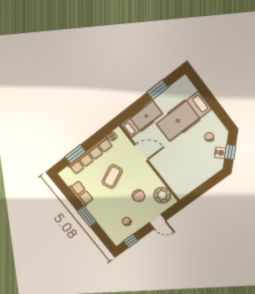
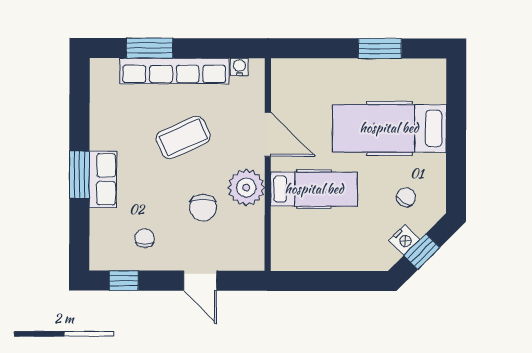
hospital bed: (142, 119) -> (314, 189), moved
row of seats: (81, 193) -> (103, 179), moved
plant: (162, 195) -> (246, 188), moved

